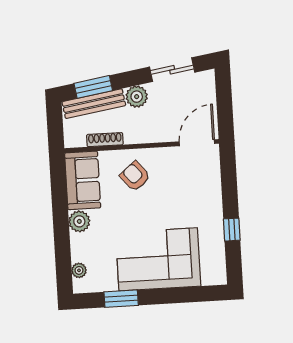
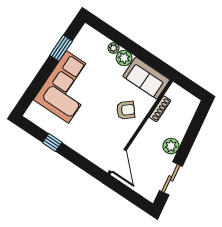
window: (93, 87) -> (196, 125), removed
bench: (94, 104) -> (186, 118), removed
plant: (79, 270) -> (113, 48), moved

